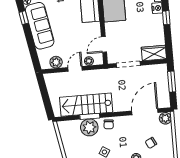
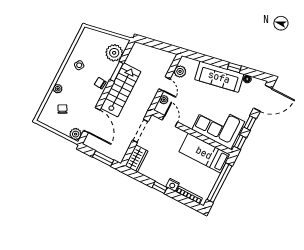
stairs: (86, 105) -> (121, 90), moved
plant: (89, 127) -> (114, 53), moved

